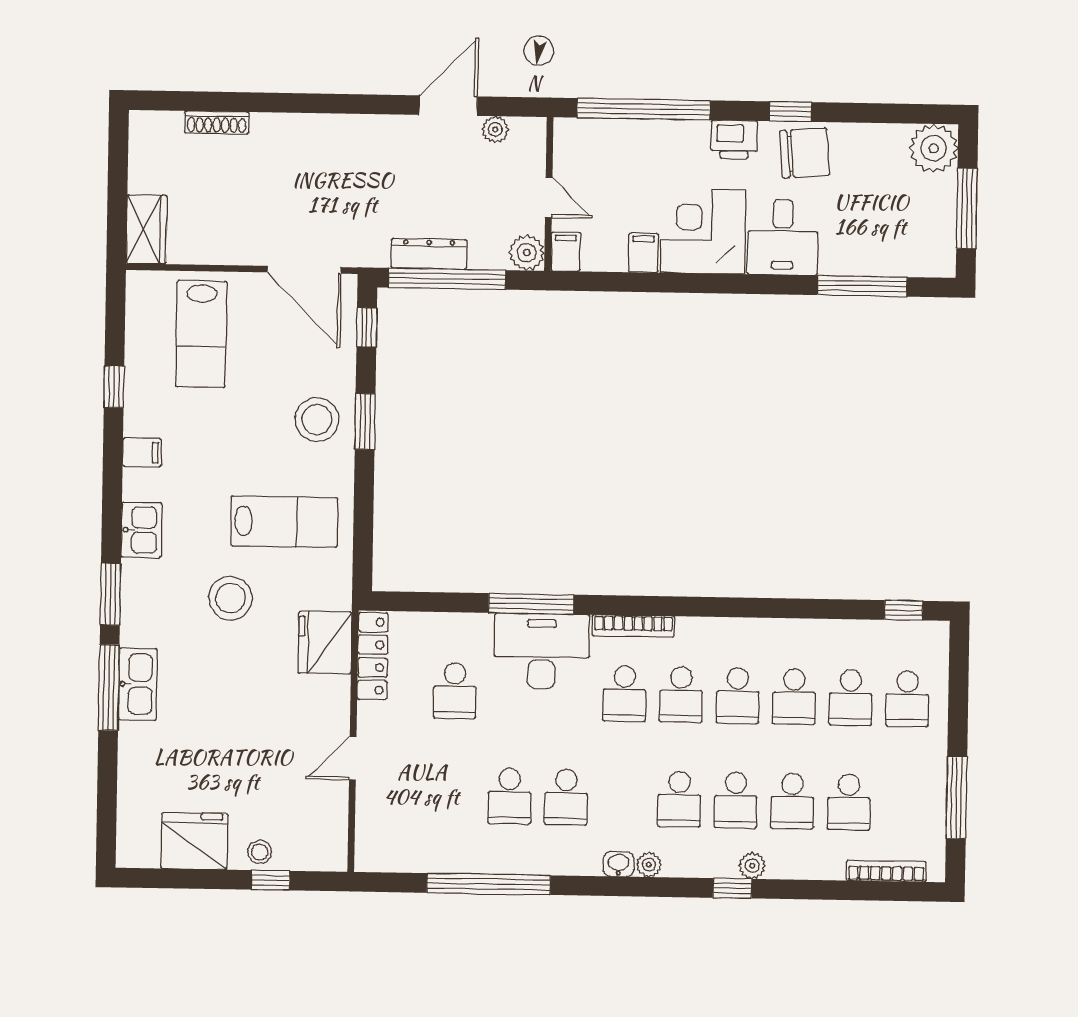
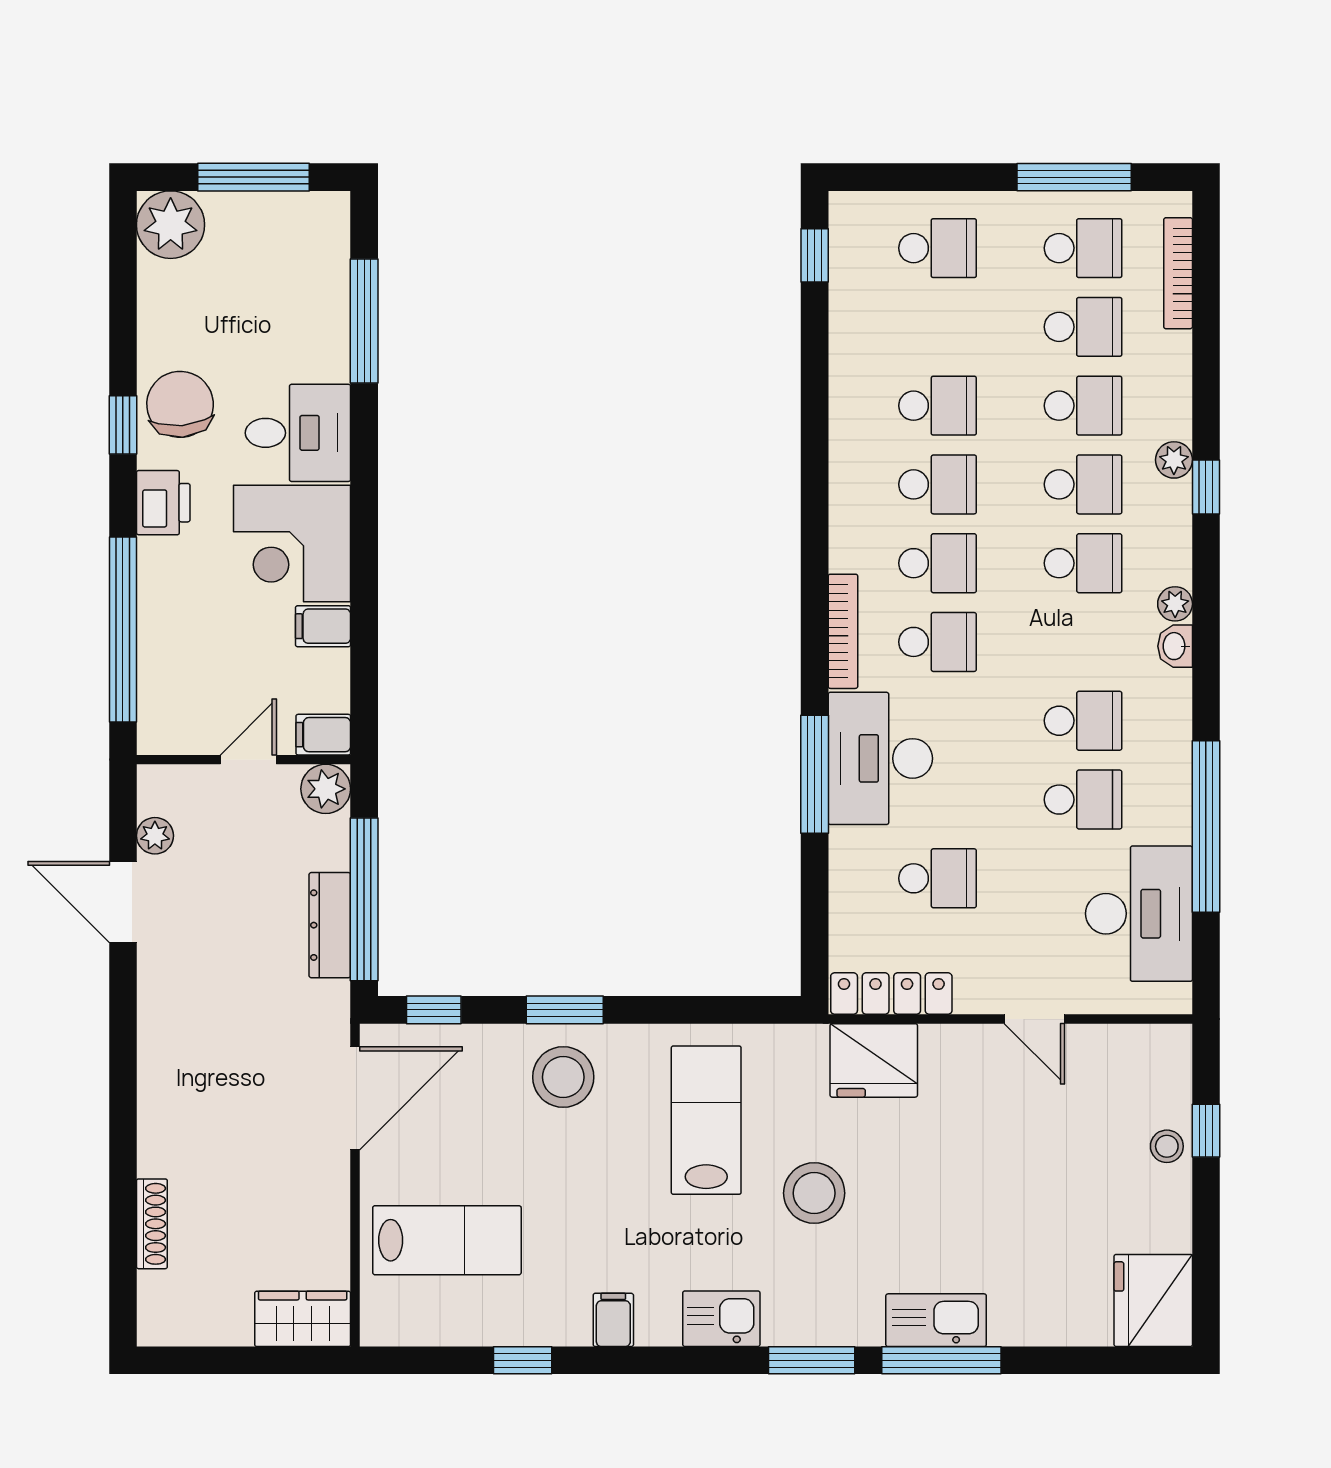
school desk: (851, 698) -> (1083, 248), moved
desk: (427, 835) -> (1139, 914), added
fridge: (194, 841) -> (1153, 1300), moved

